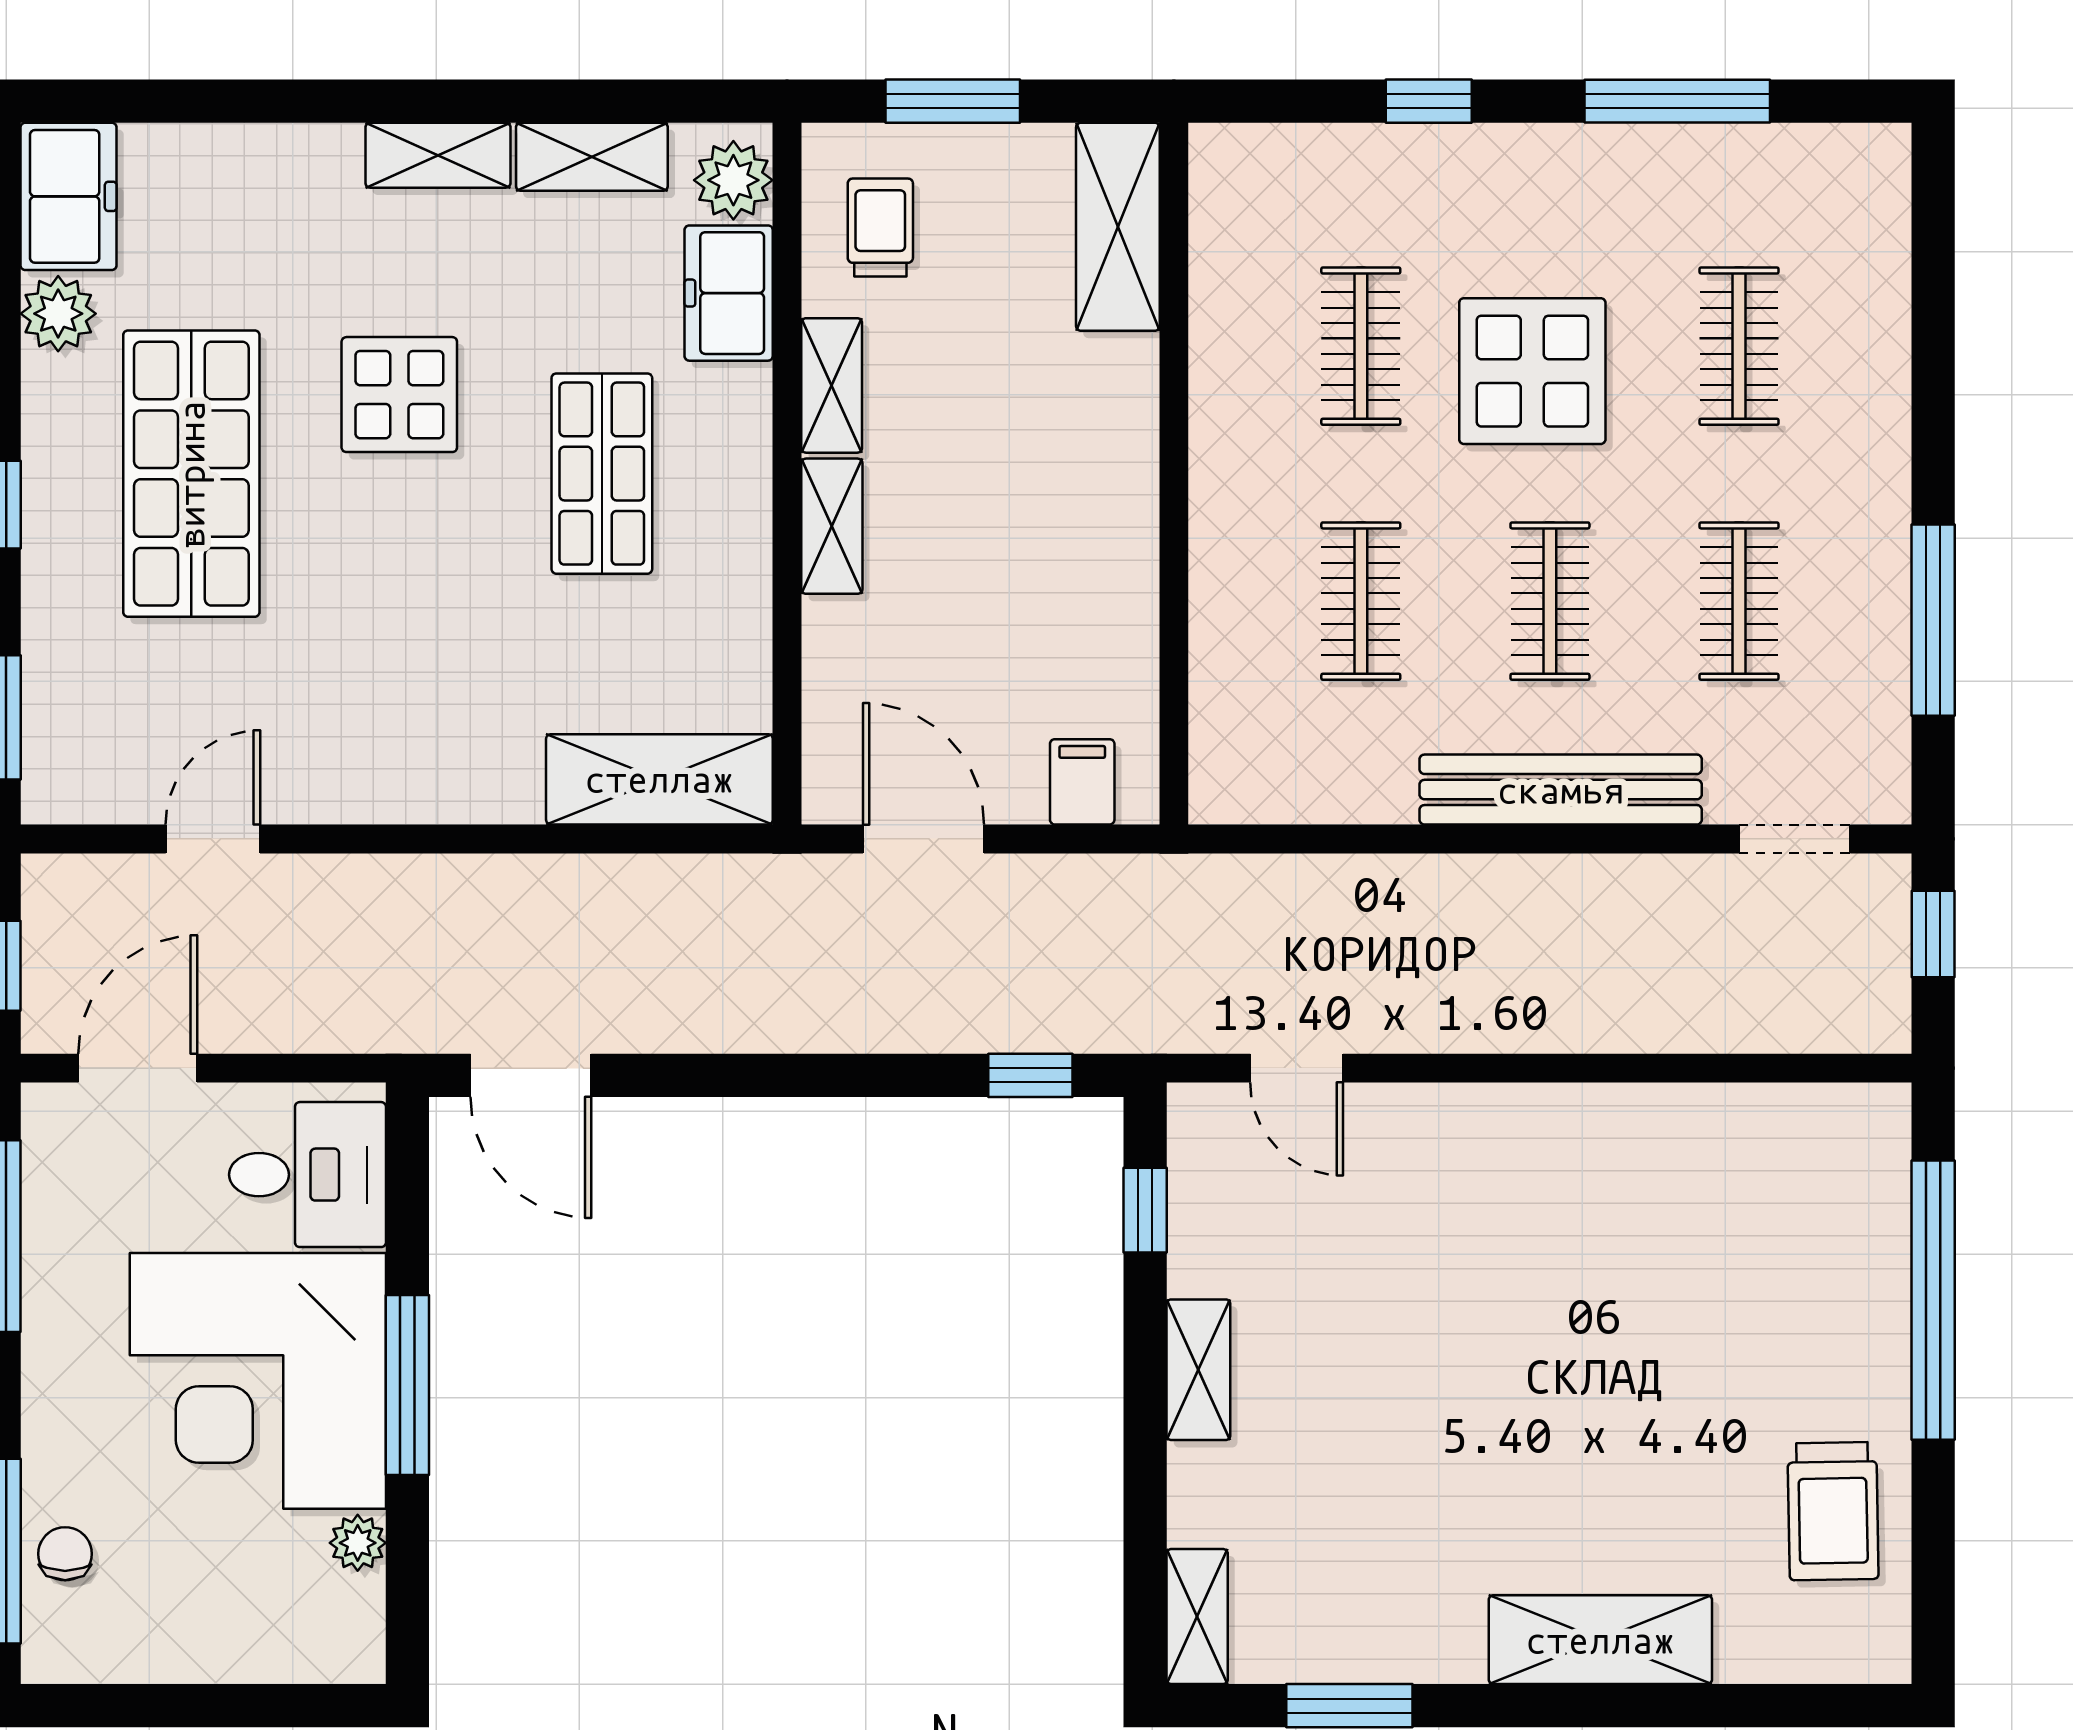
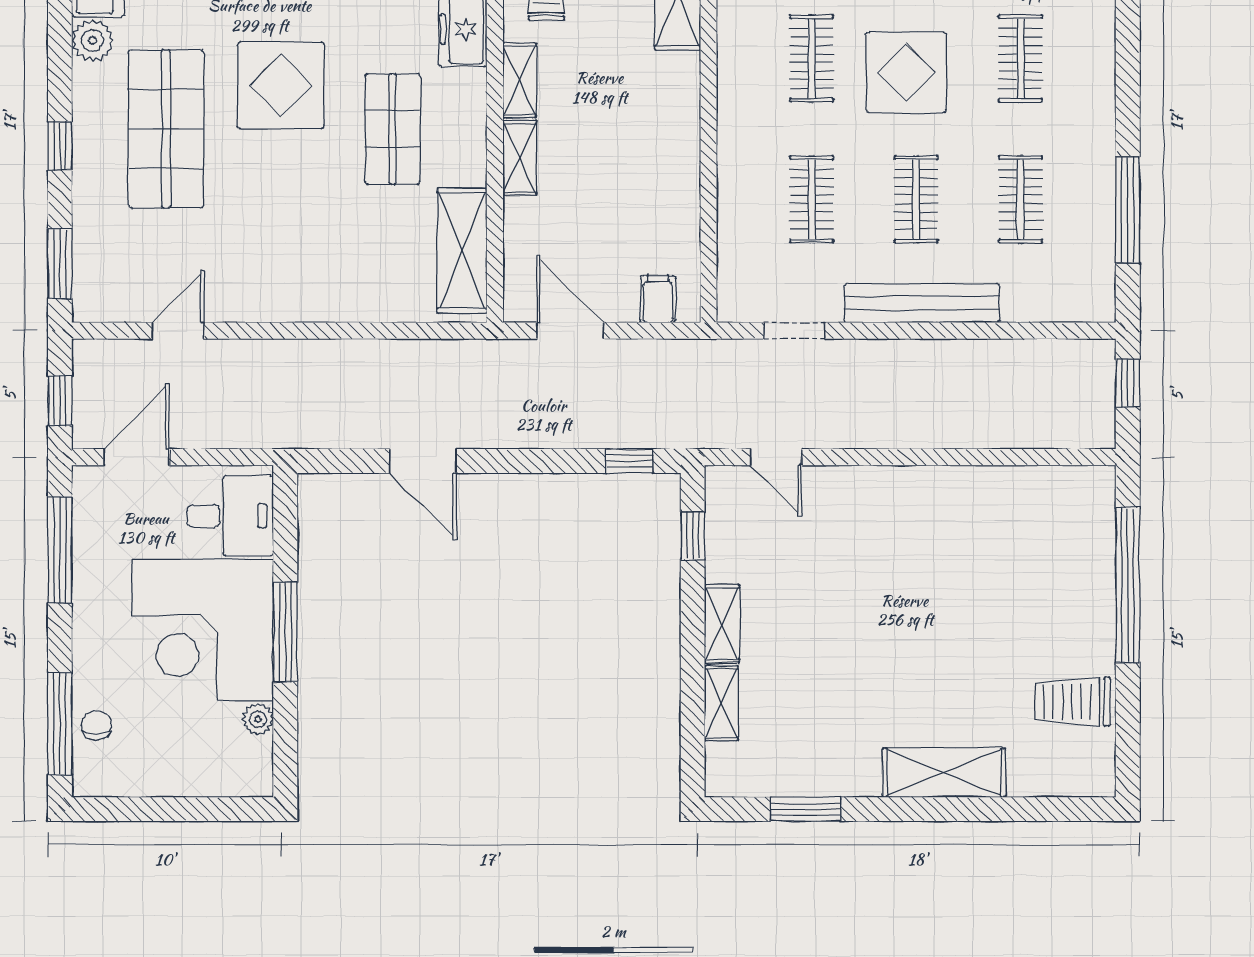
display table: (399, 395) -> (281, 85), width x1.36, depth x1.36
shelving: (659, 779) -> (462, 251), moved, turned 90
doorway: (1795, 839) -> (795, 331), moved
door: (531, 1075) -> (423, 461), moved
trolley: (1833, 1511) -> (1072, 702), turned 91
shelving: (1197, 1617) -> (721, 703), moved

